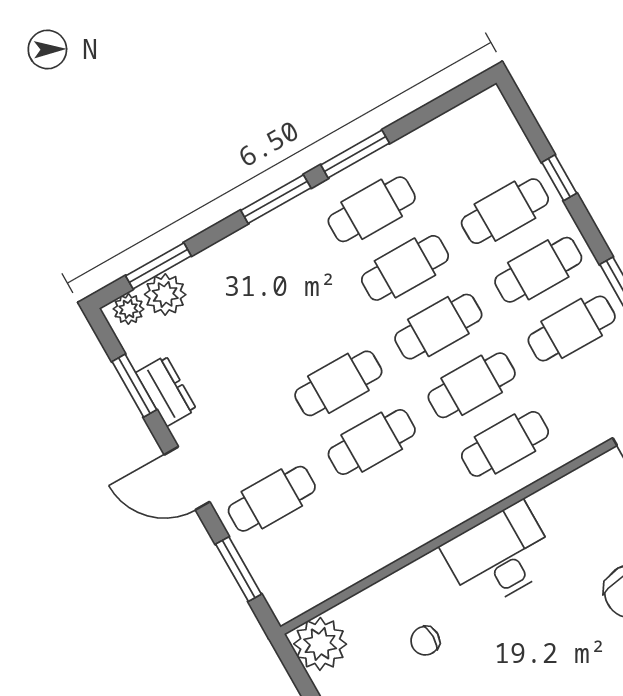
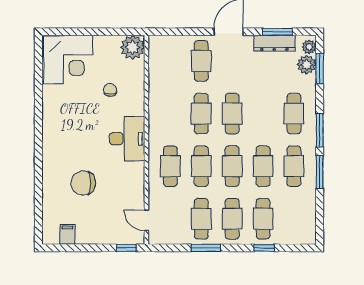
cafe table: (272, 266) -> (294, 114), added
dresser: (166, 391) -> (274, 43), width x1.44
window: (239, 569) -> (181, 32), removed

